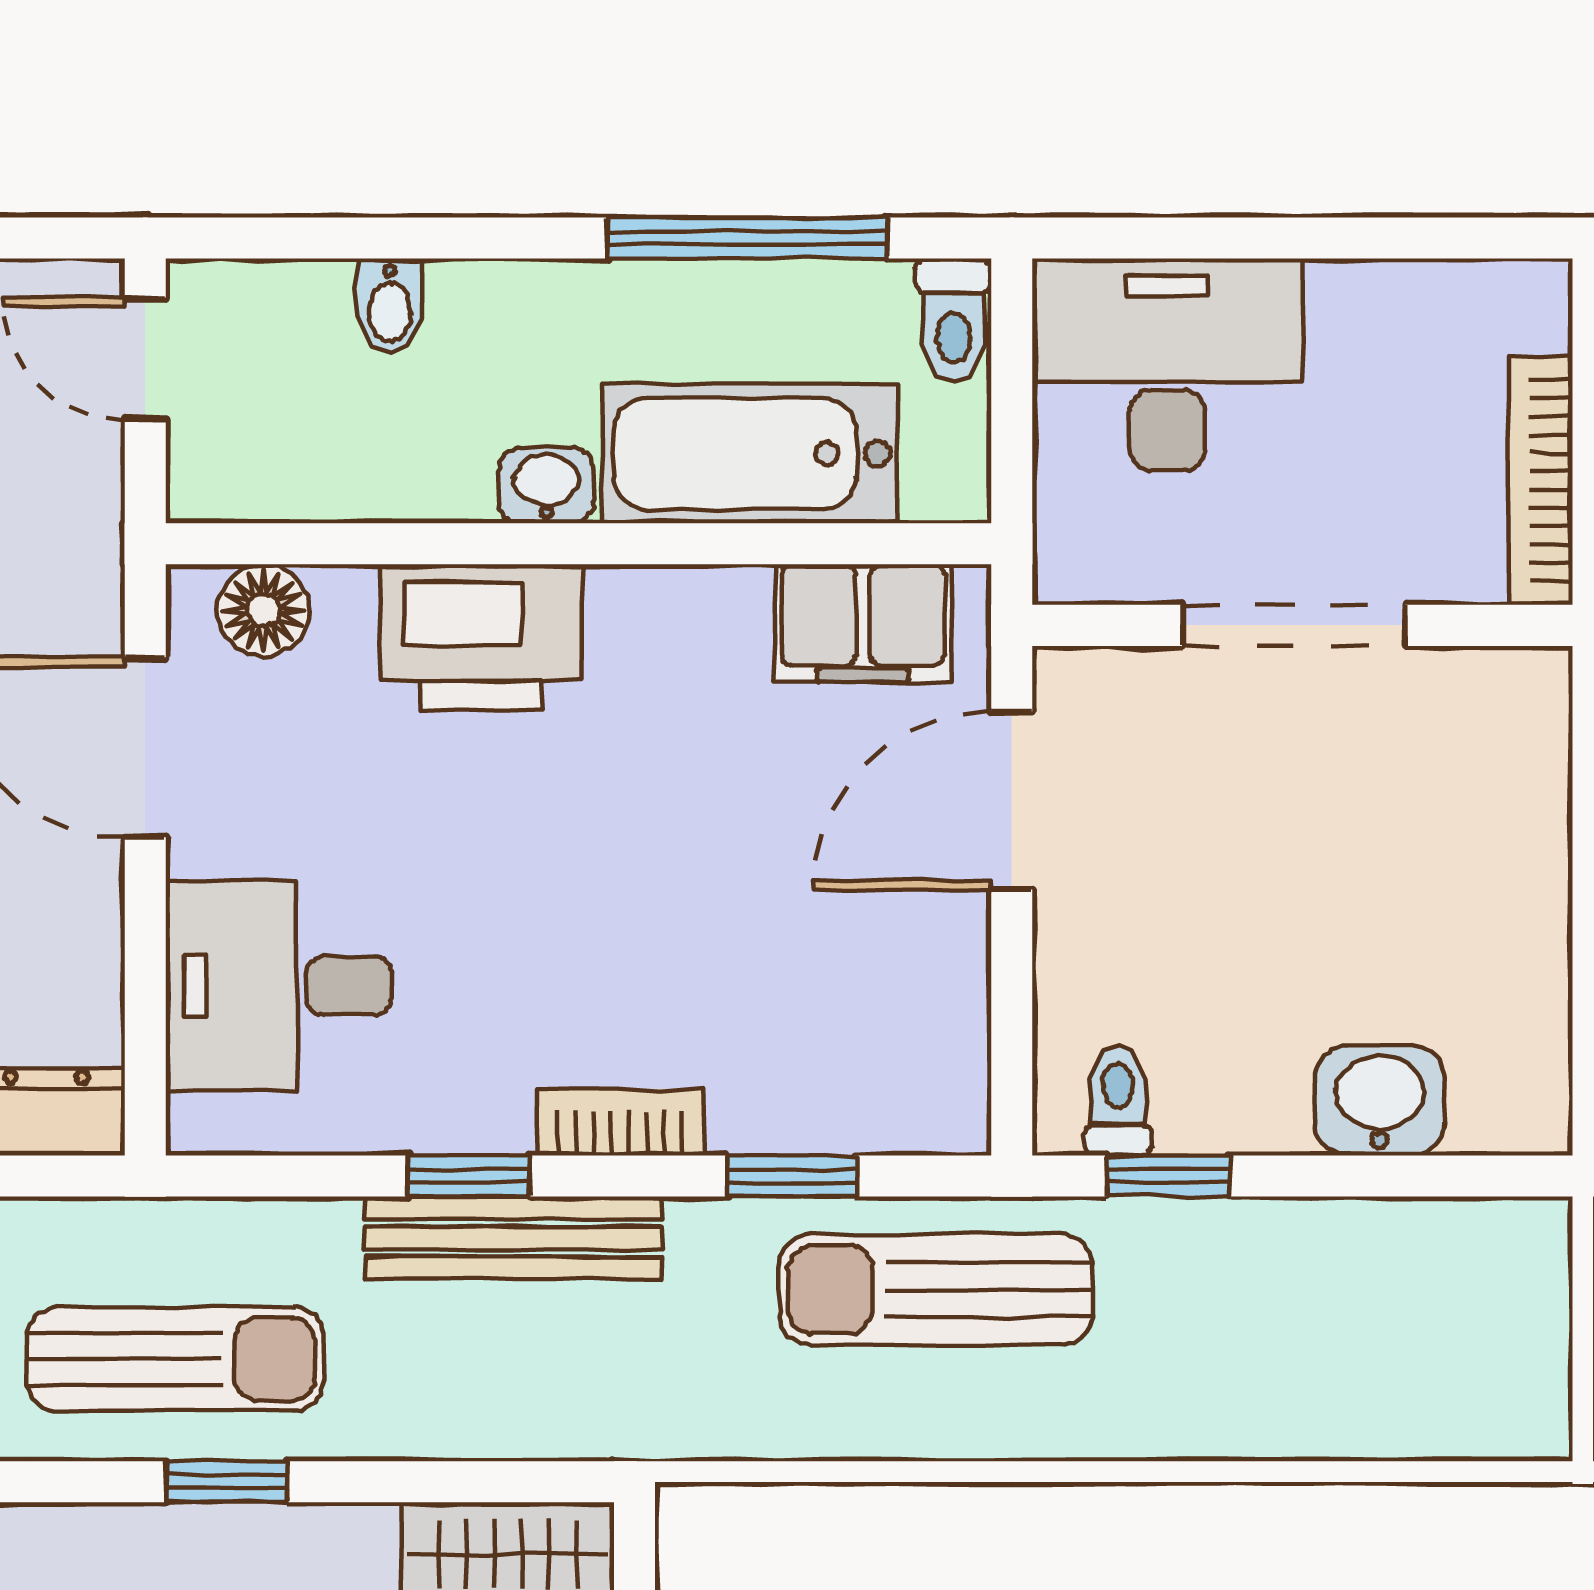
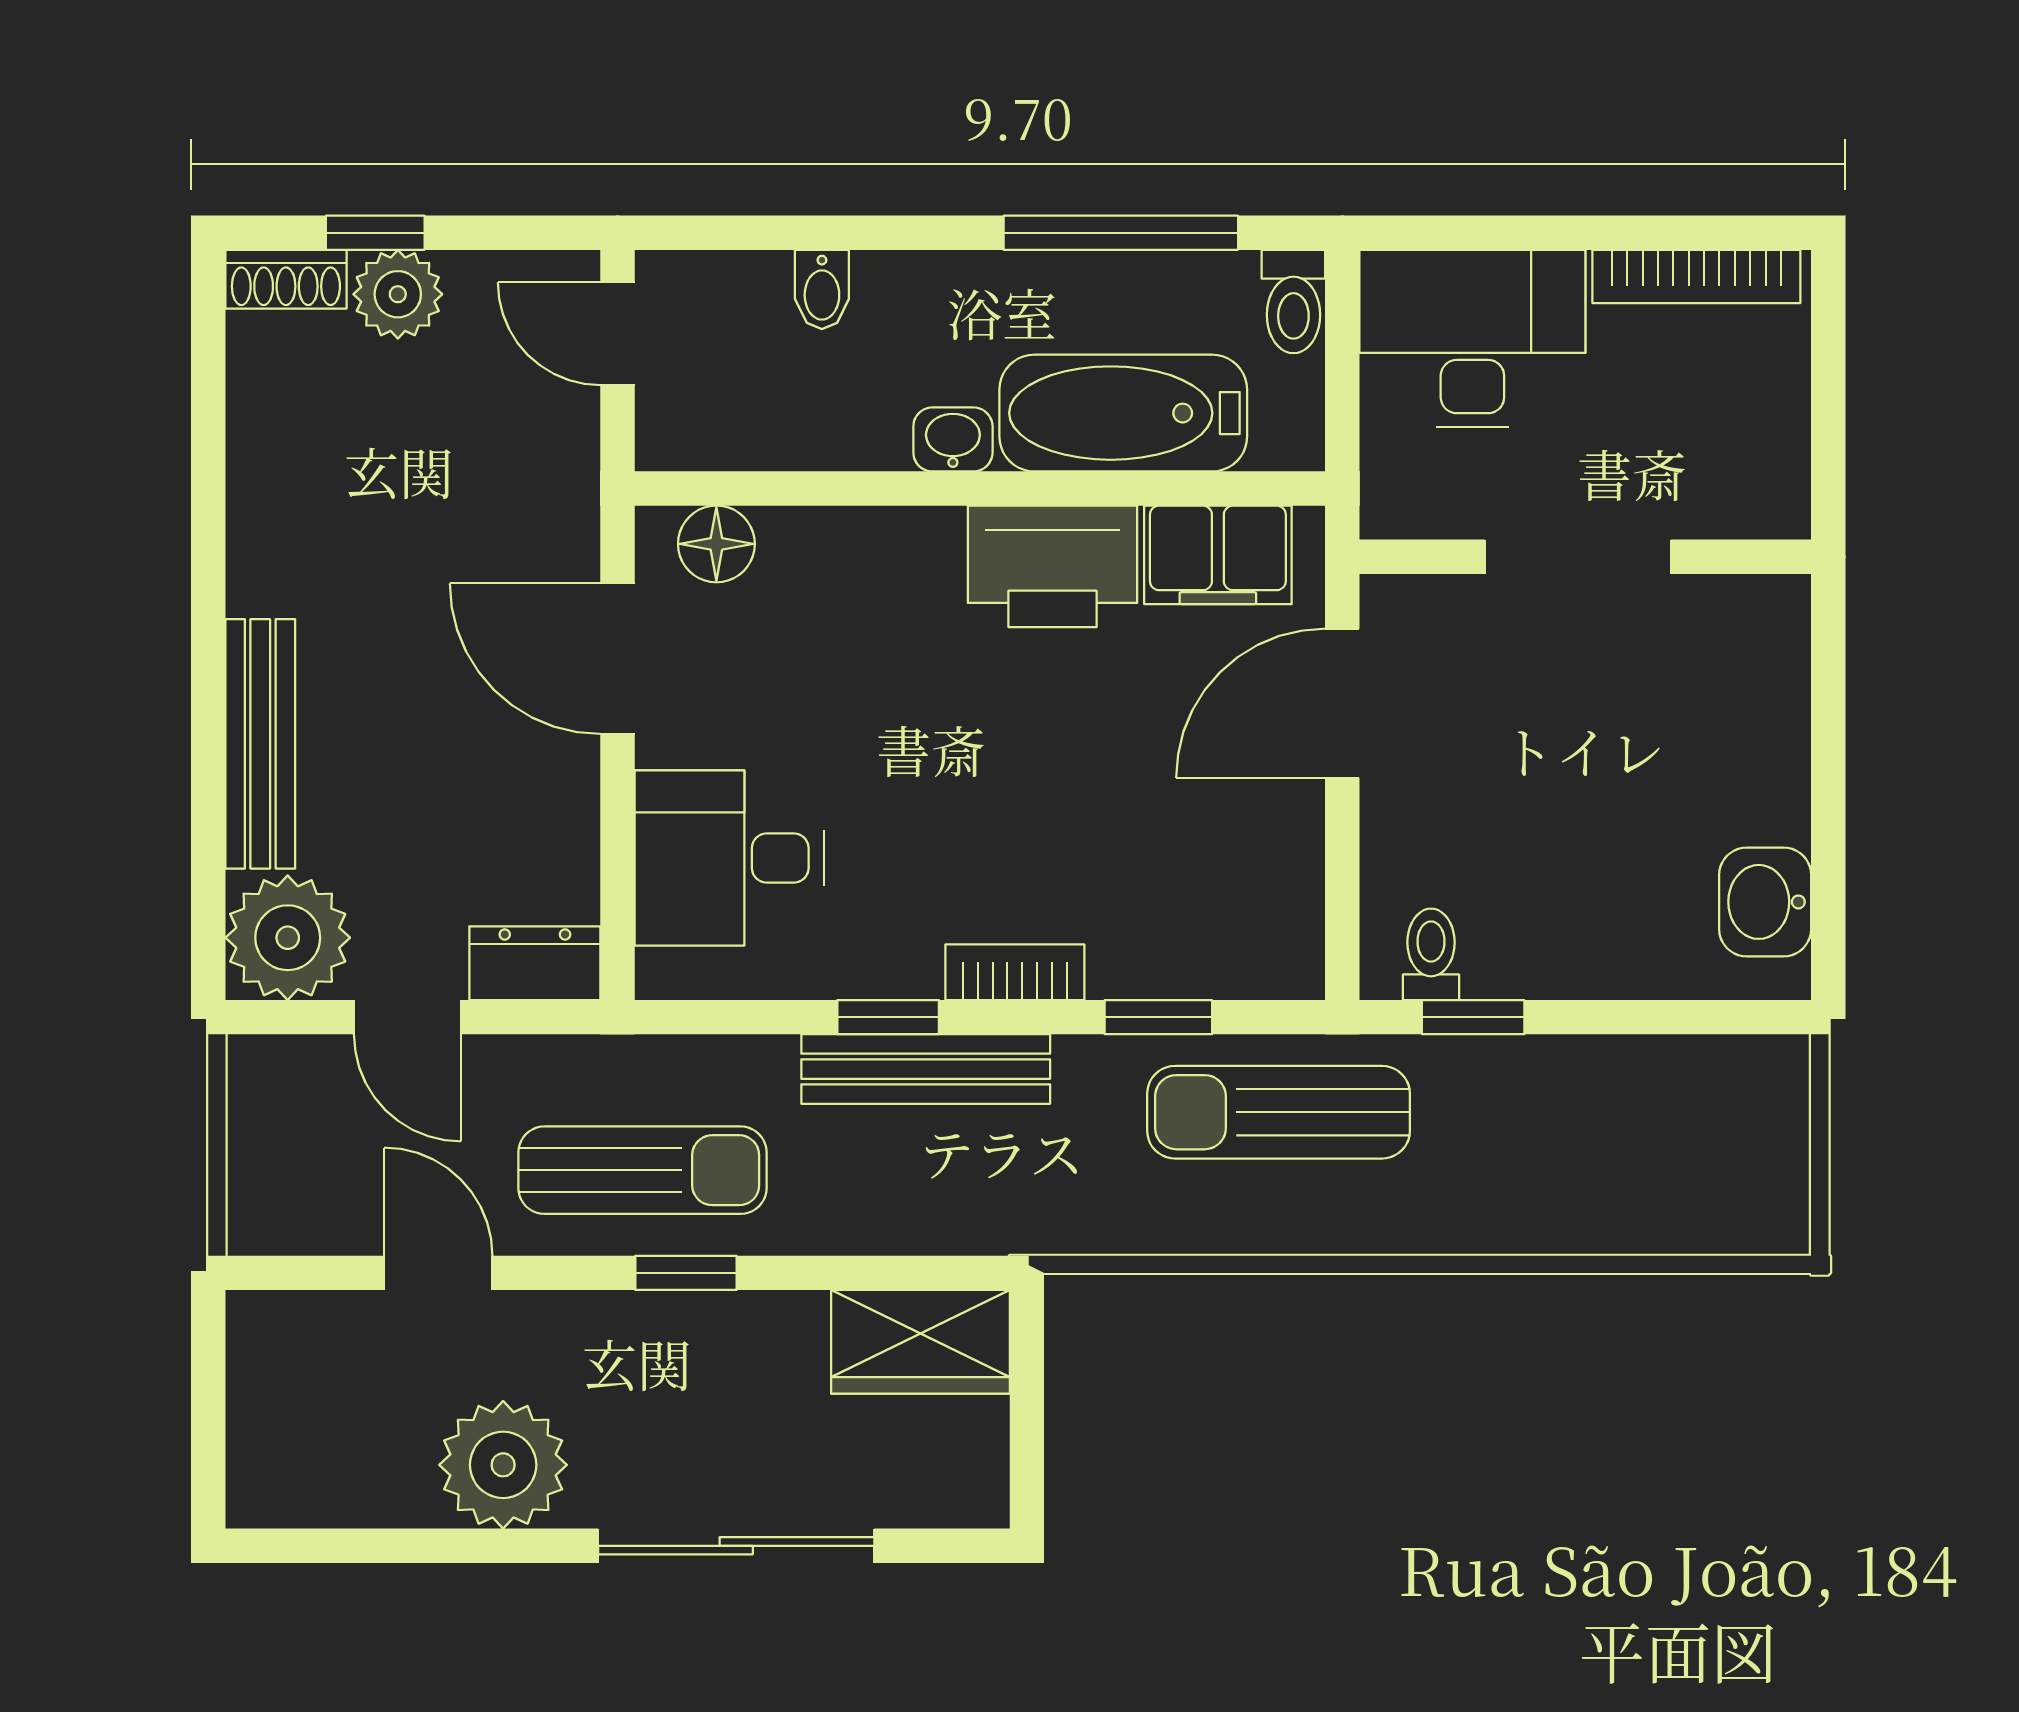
bookcase: (1541, 481) -> (1696, 276), moved, turned -90
printer: (481, 637) -> (1053, 566), moved
washbasin: (1380, 1100) -> (1765, 902), moved, turned -90

